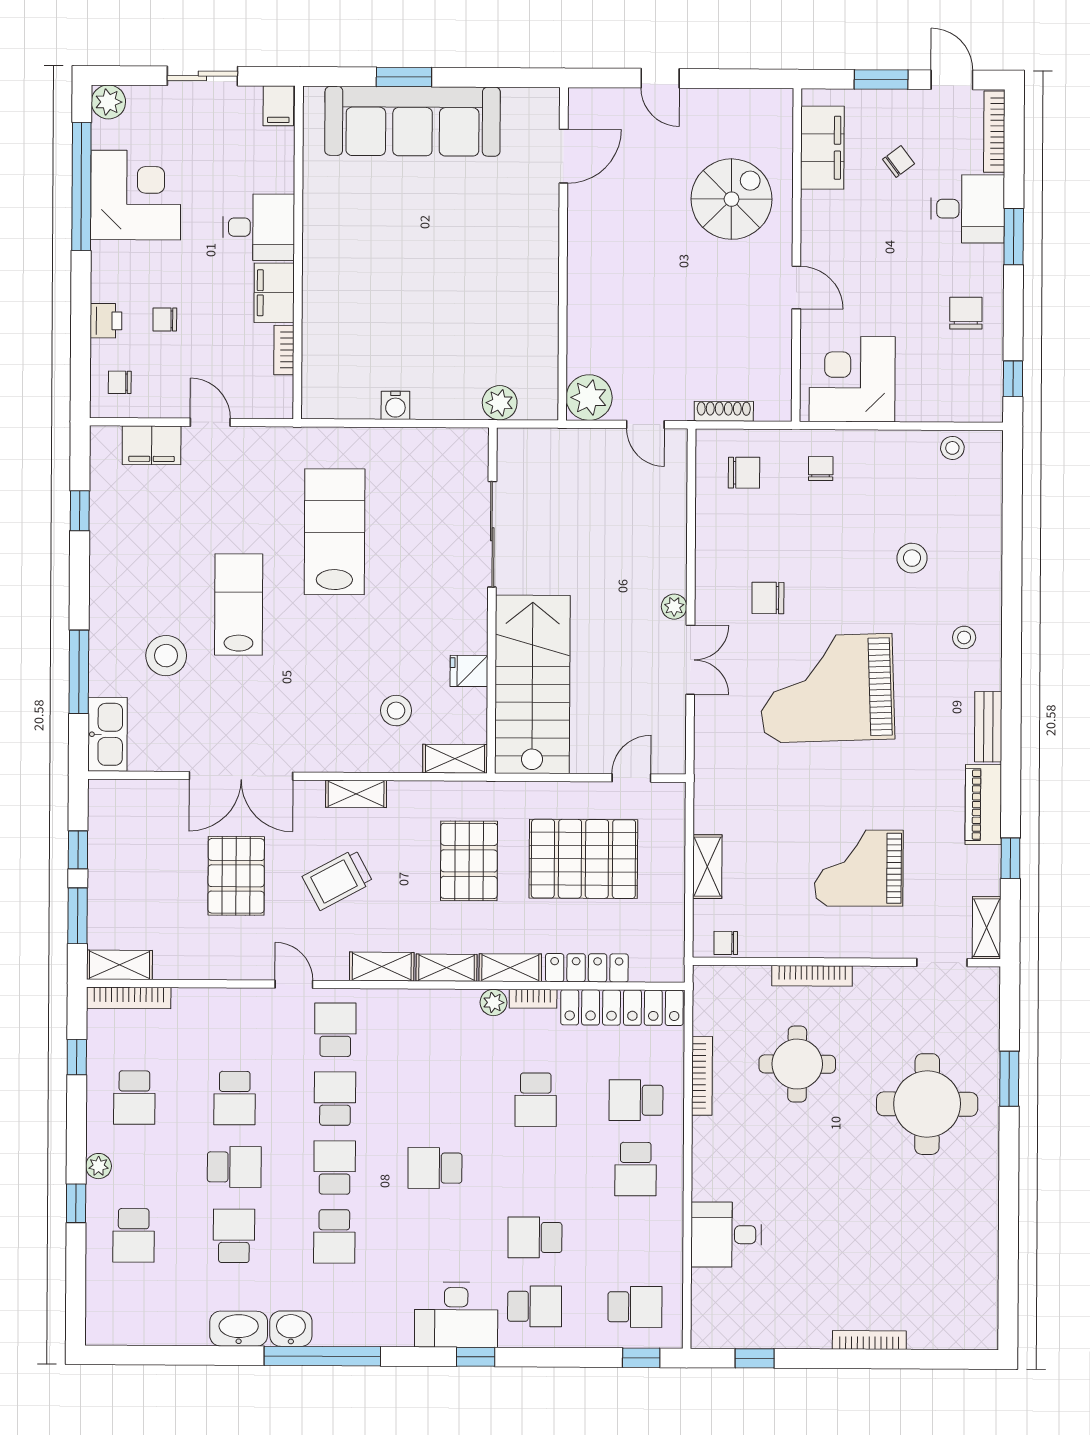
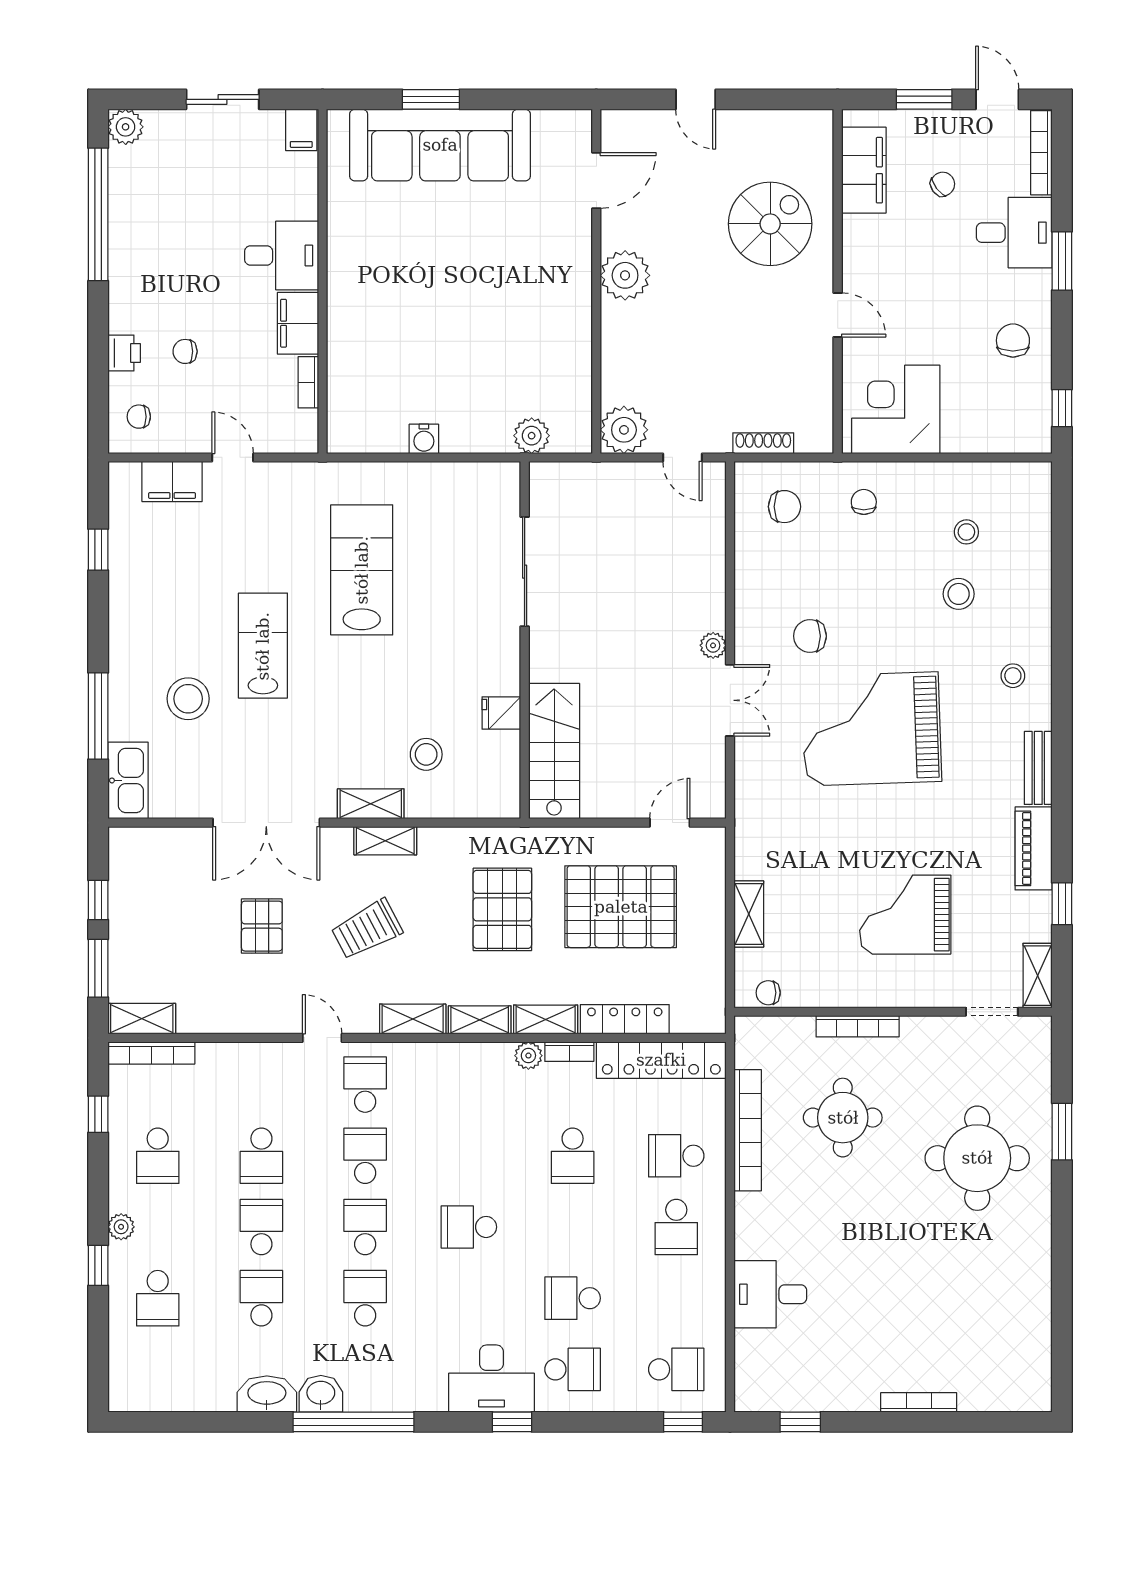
corner desk: (136, 195) -> (154, 223), removed
plant: (591, 248) -> (625, 275), added
stool: (952, 448) -> (966, 532), moved
stairs: (532, 684) -> (554, 751), width x0.73, depth x0.66
shelving: (455, 759) -> (371, 804), moved
pallet: (236, 876) -> (262, 926), width x0.67, depth x0.71
bookcase: (702, 1076) -> (748, 1130), width x1.48, depth x1.31
school desk: (234, 1167) -> (261, 1227), turned -90
school desk: (334, 1236) -> (365, 1298), turned 180

